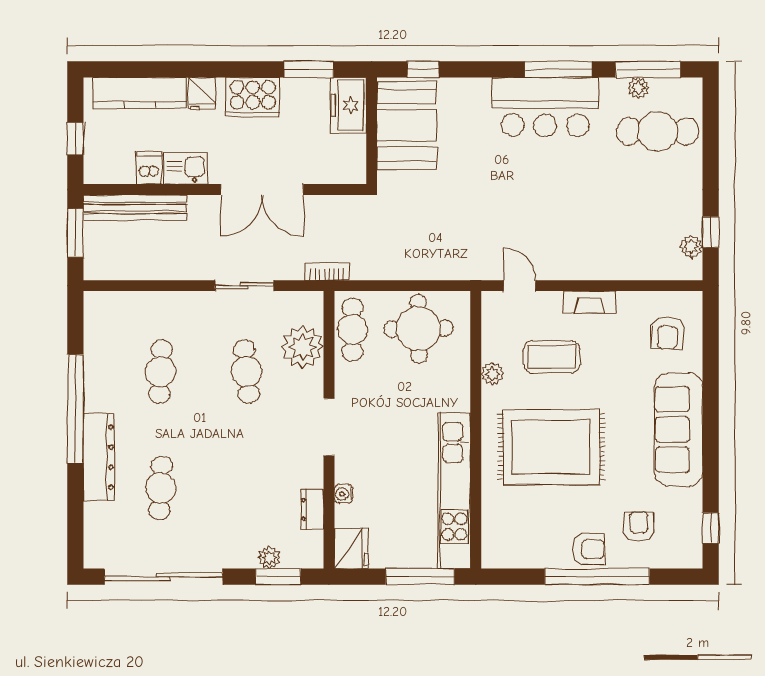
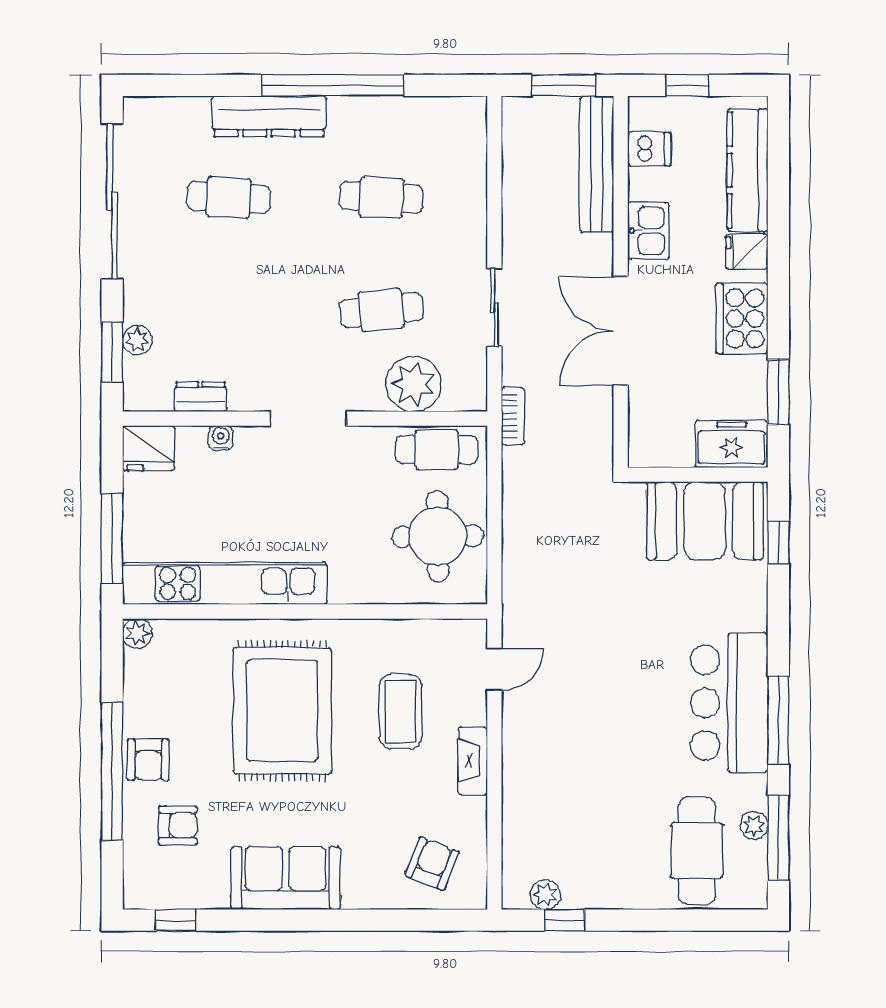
dishwasher: (149, 168) -> (649, 149), moved
armchair: (668, 333) -> (432, 864), turned 108
plant: (492, 374) -> (137, 633), moved
sofa: (679, 429) -> (286, 878), width x0.73

